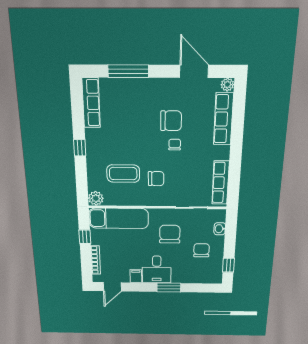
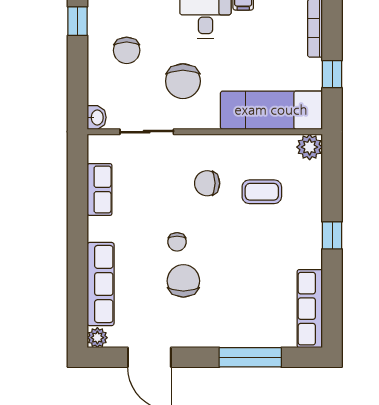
chair: (171, 121) -> (183, 281), turned 90
coffee table: (123, 174) -> (262, 192), width x0.73, depth x0.77
row of seats: (221, 183) -> (100, 189), width x0.68
washbasin: (220, 229) -> (97, 117), moved

